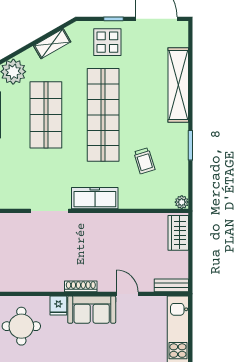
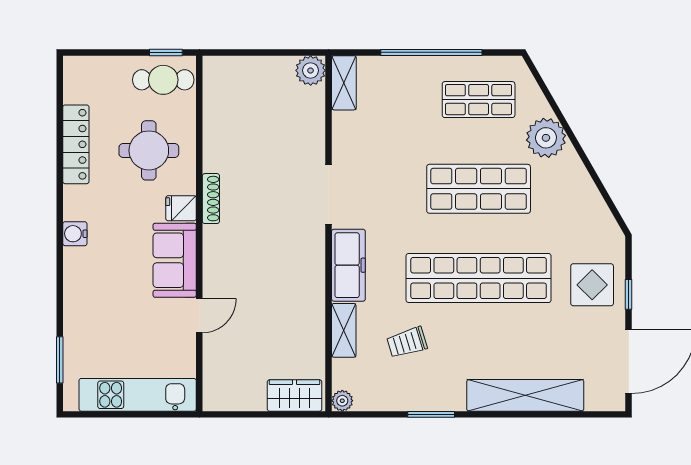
shelving: (52, 44) -> (344, 330), moved, turned 30
bench: (171, 285) -> (213, 385), removed
shoe rack: (81, 286) -> (211, 199), moved

